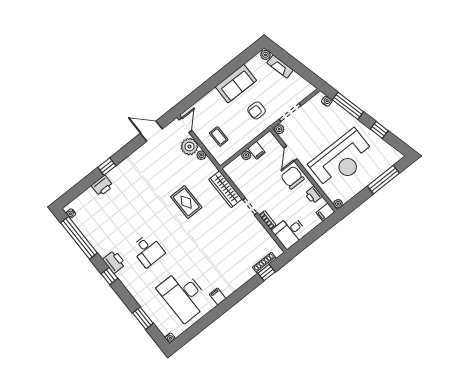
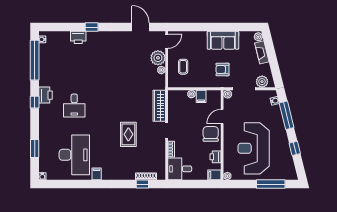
plant: (301, 93) -> (262, 82), added
reception desk: (342, 160) -> (254, 148), turned 90
rug: (186, 202) -> (128, 134), moved
desk: (184, 295) -> (74, 155), turned 180

